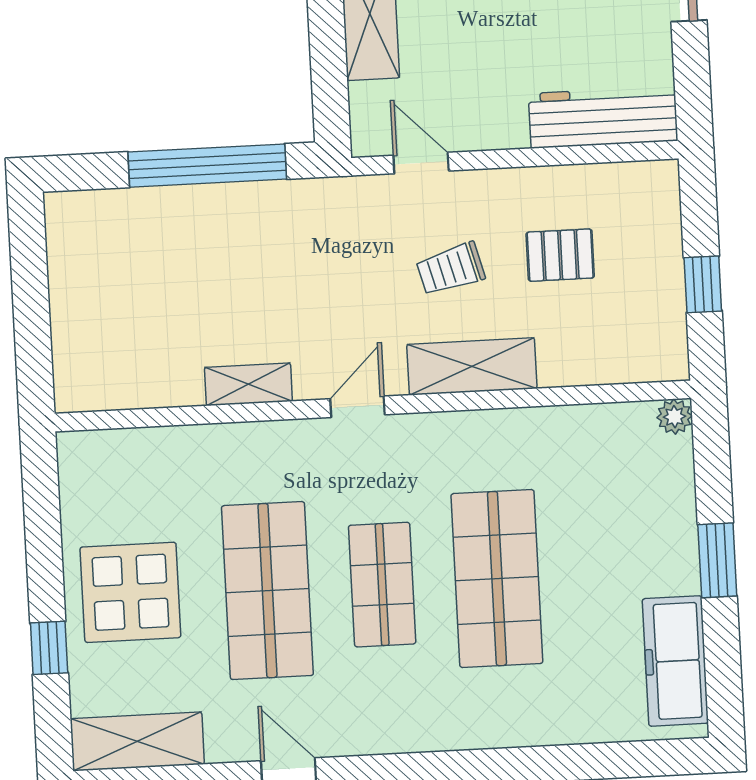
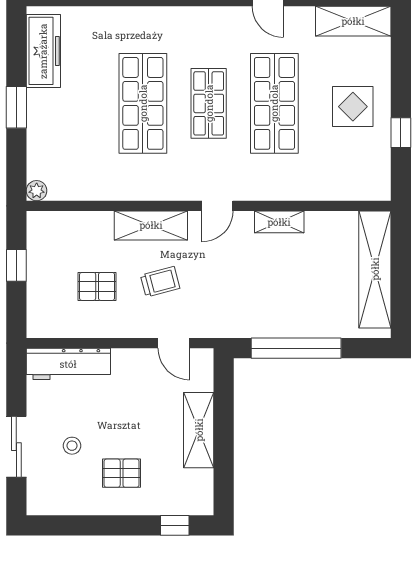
shelving: (77, 310) -> (375, 269), added
display table: (130, 592) -> (353, 107), width x0.73, depth x0.73
window: (49, 648) -> (401, 133), moved

